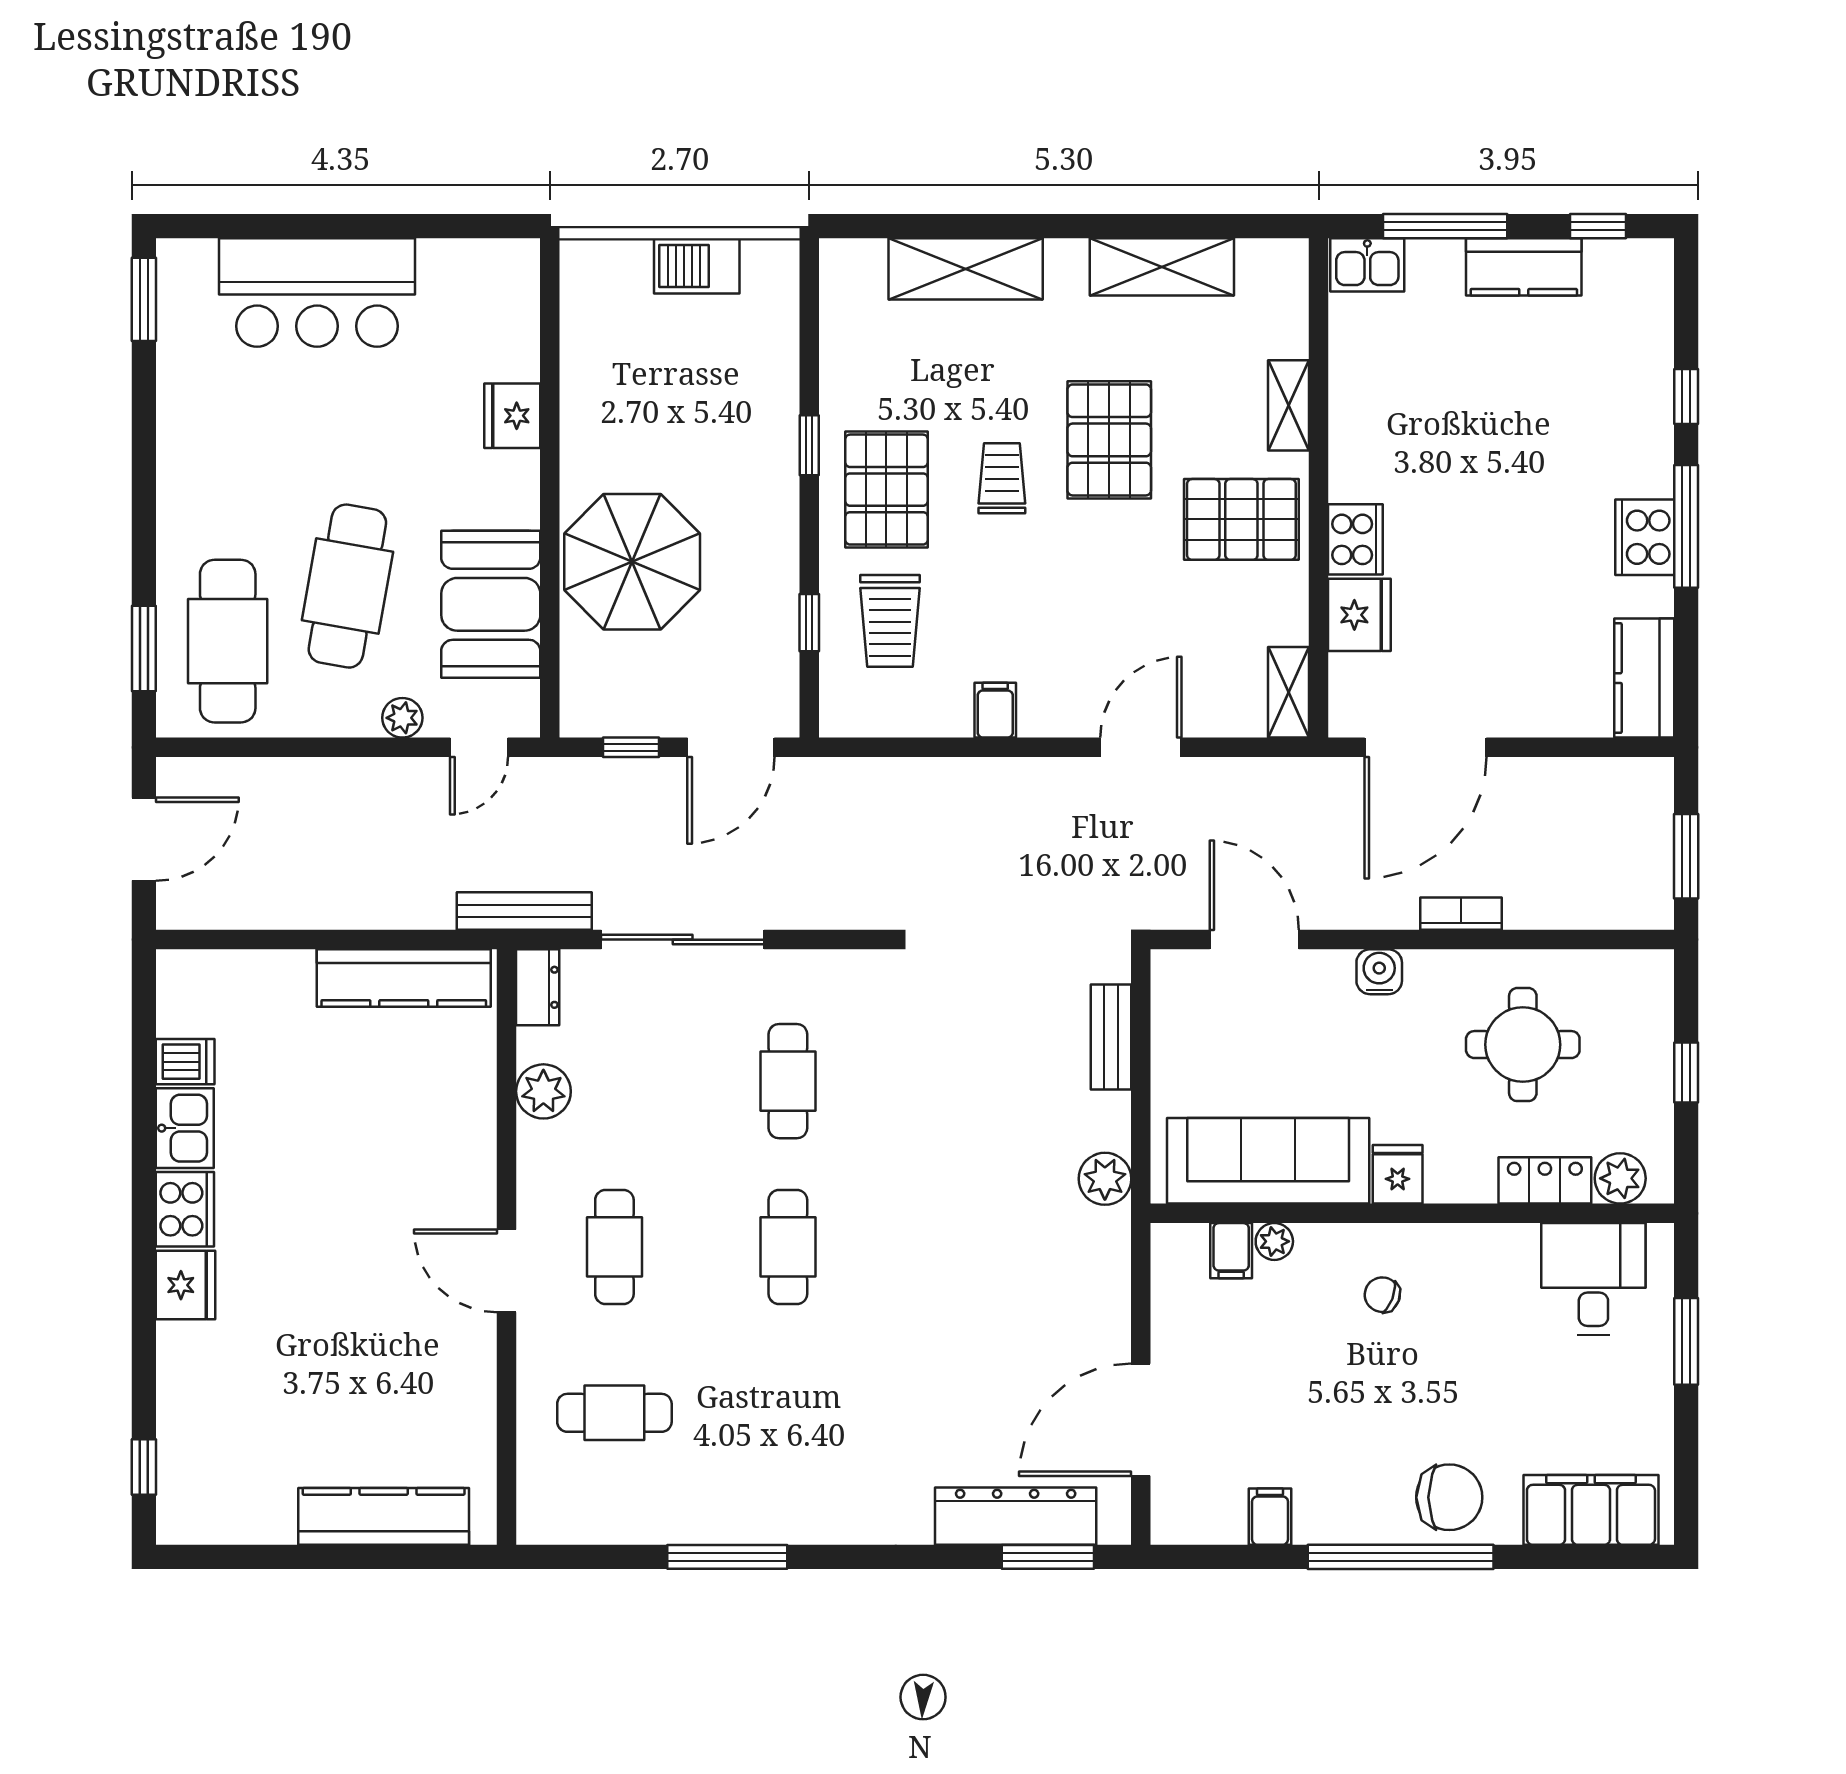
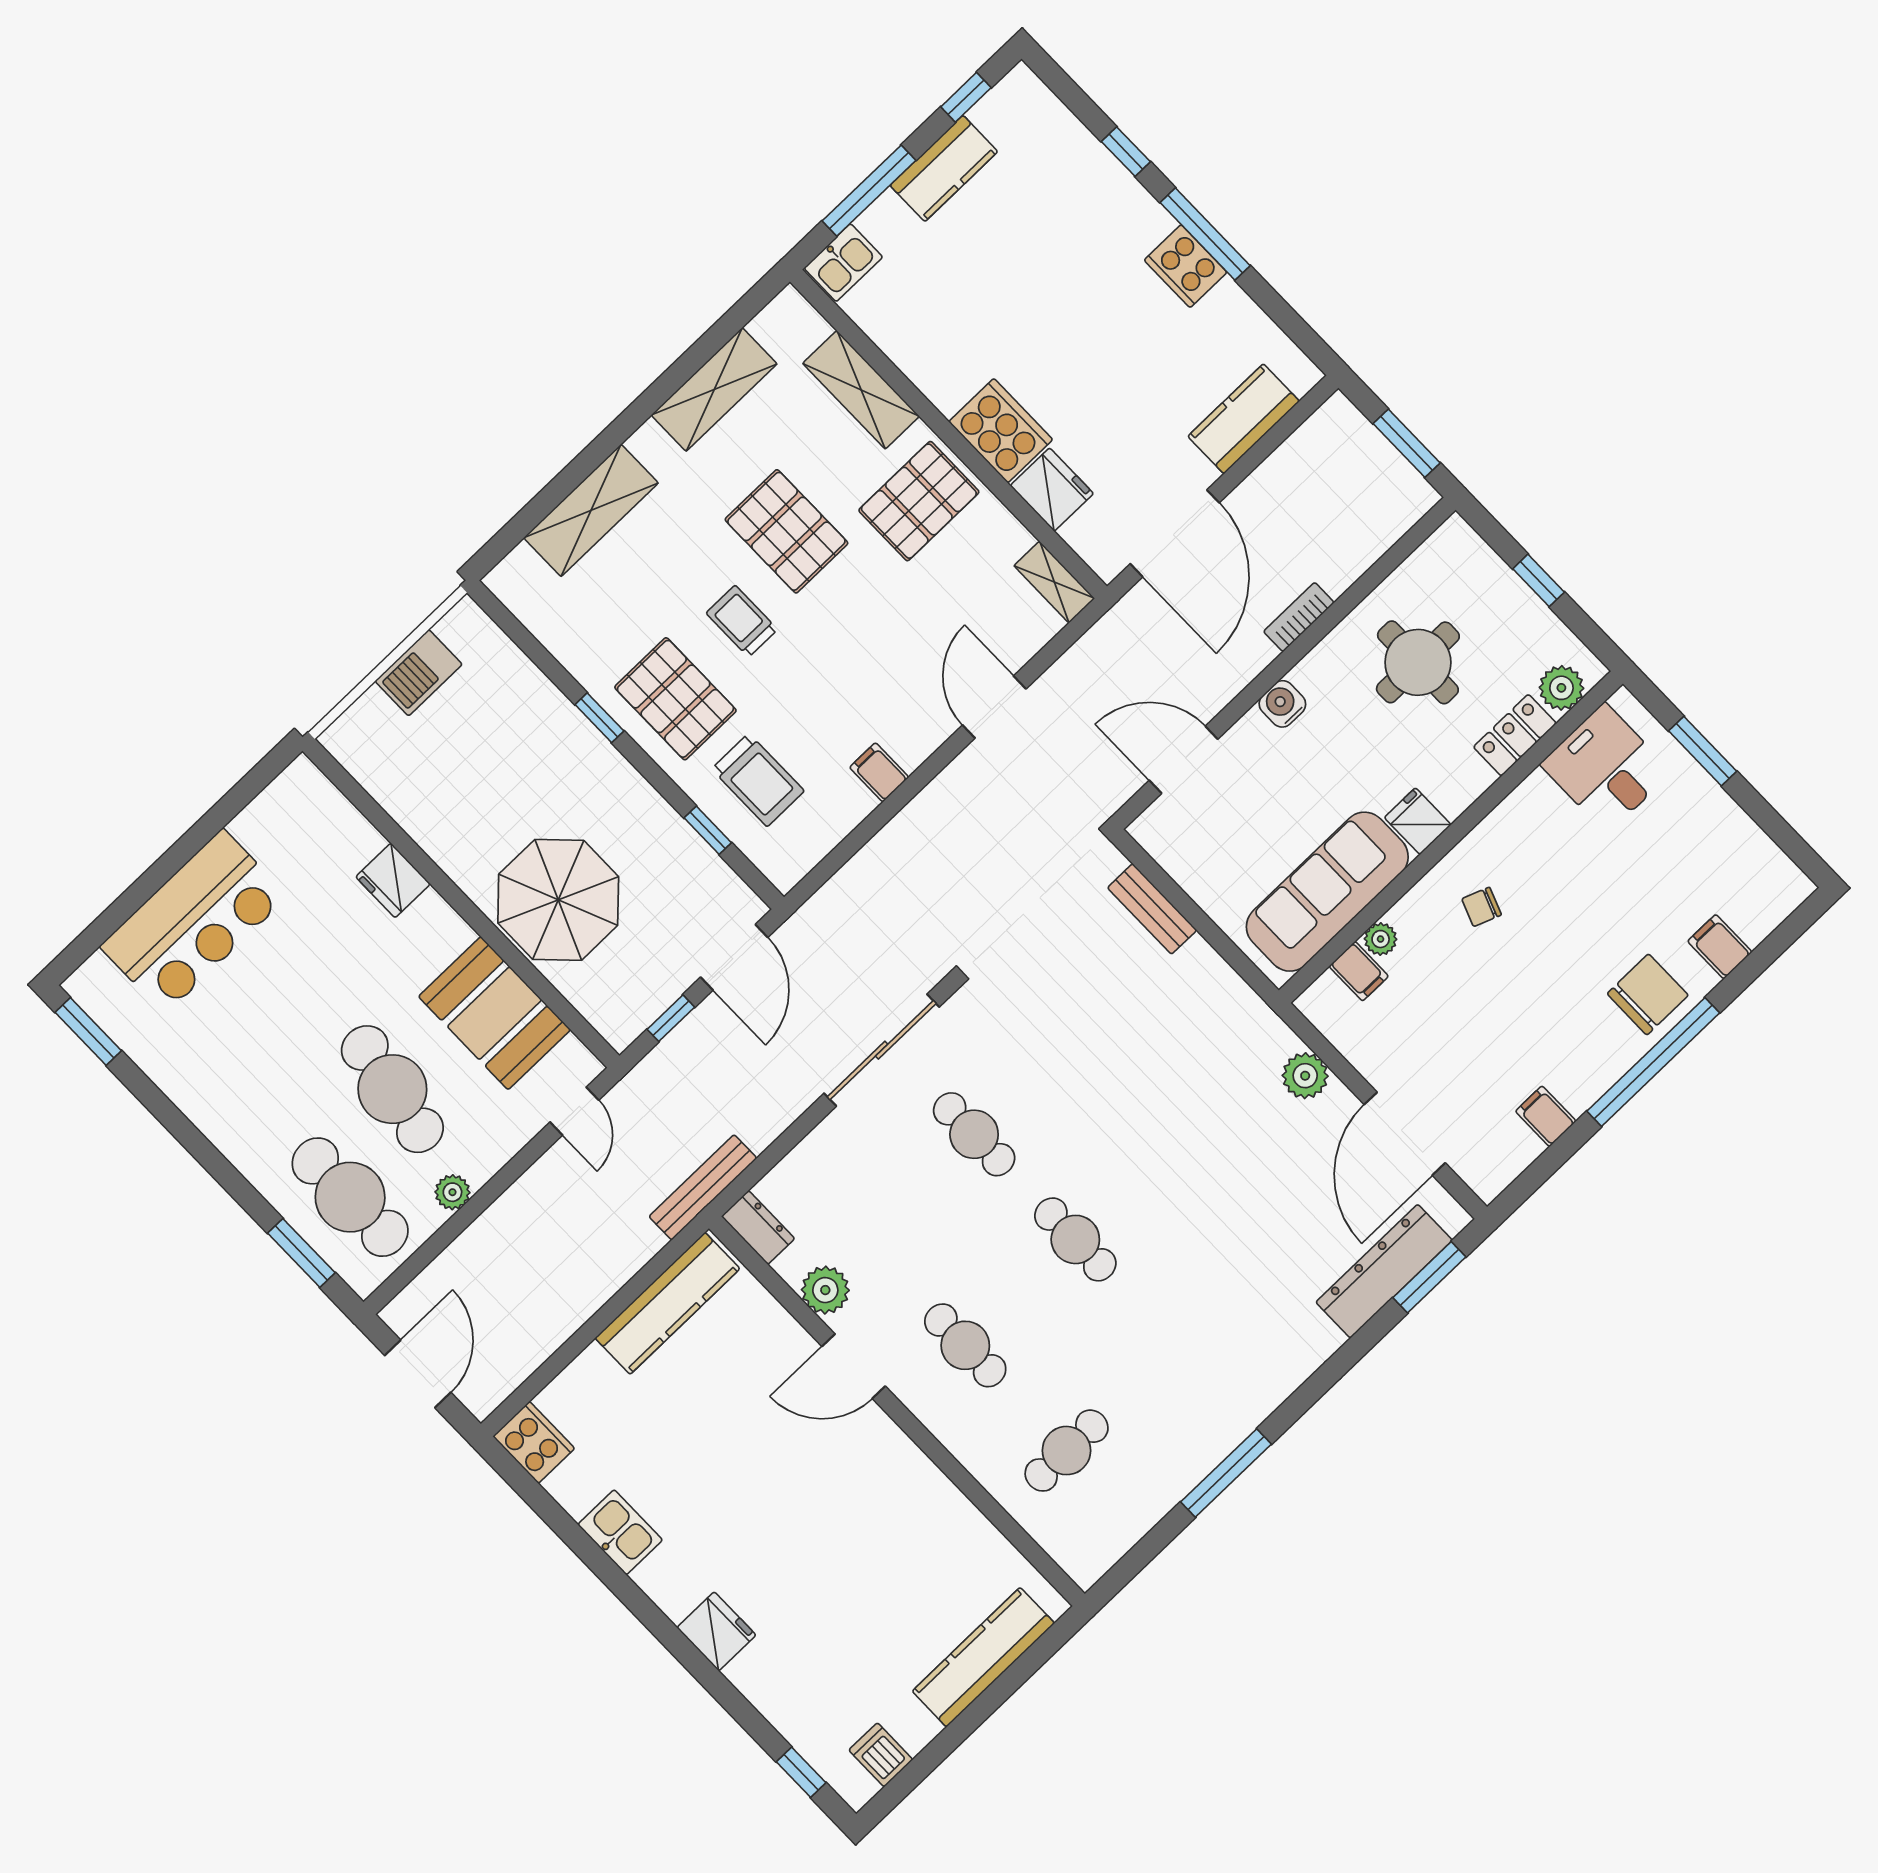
shelving: (1289, 405) -> (861, 390), width x1.50, depth x1.33
cooker: (1355, 539) -> (1001, 431), width x1.37, depth x1.31
kitchen counter: (1644, 678) -> (1244, 419), moved, turned 90
plant: (402, 718) -> (452, 1192), moved
sliding door: (683, 940) -> (882, 1050), moved
dishwasher: (185, 1062) -> (881, 1755), moved, turned -90
plant: (1105, 1179) -> (1305, 1076), moved
cooker: (185, 1209) -> (534, 1442), moved
door: (507, 1271) -> (854, 1366), moved
filing cabinet: (1591, 1510) -> (1720, 947), width x0.33, depth x0.86

